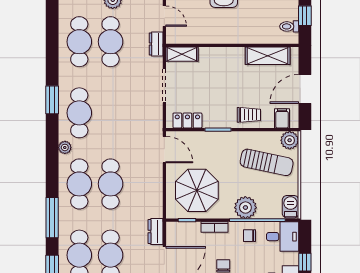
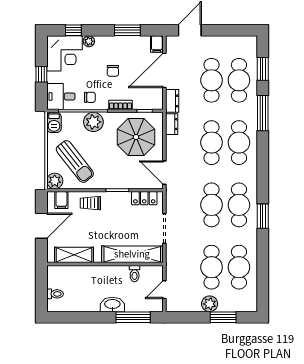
door: (164, 16) -> (164, 290), hinge flipped
window: (305, 16) -> (41, 290), removed
toilet: (289, 26) -> (55, 294), moved
toilet: (198, 34) -> (135, 274), added
dresser: (156, 44) -> (172, 124), moved
shelving: (182, 54) -> (132, 254), width x2.20, depth x1.33
cafe table: (111, 113) -> (212, 205), added
plant: (65, 147) -> (252, 175), removed
sun lounger: (267, 162) -> (75, 161), turned -140

